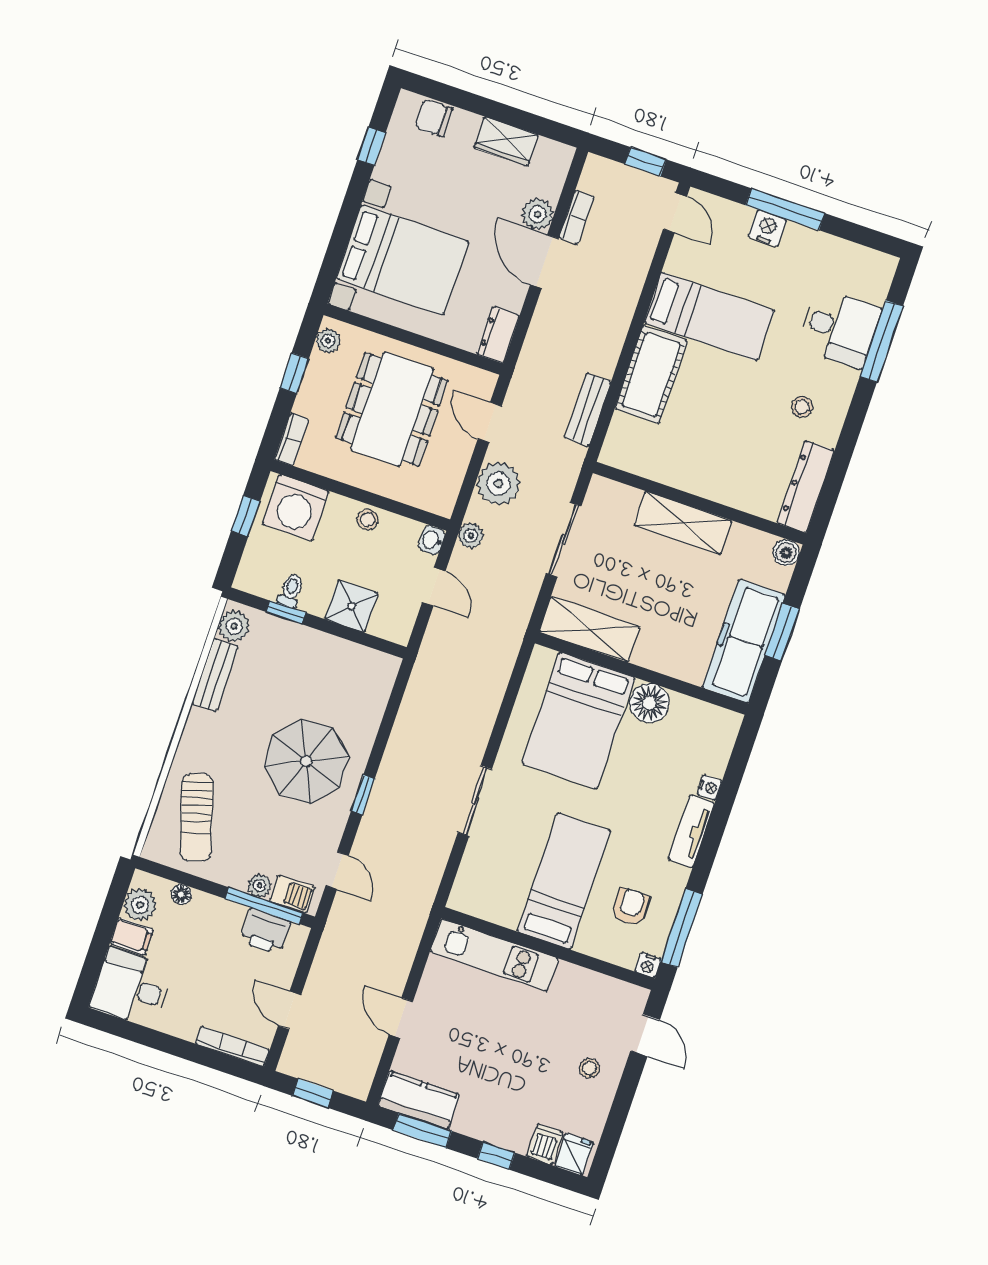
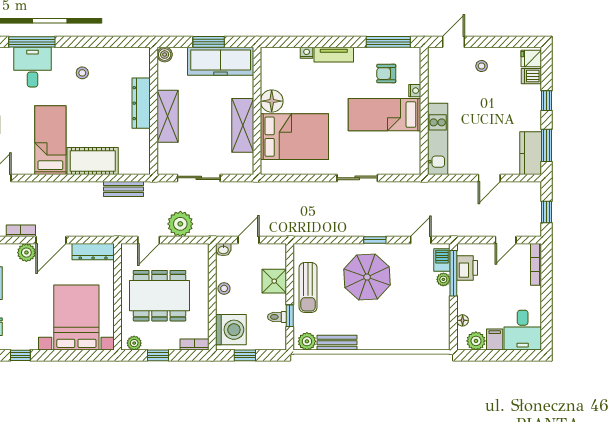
dresser: (498, 335) -> (93, 252), width x1.44
dresser: (806, 487) -> (141, 103), moved, turned 90
plant: (471, 536) -> (214, 229), removed
shelving: (589, 629) -> (243, 125), moved
sun lounger: (196, 817) -> (308, 288), moved, turned 107
nightstand: (648, 965) -> (415, 91), moved

